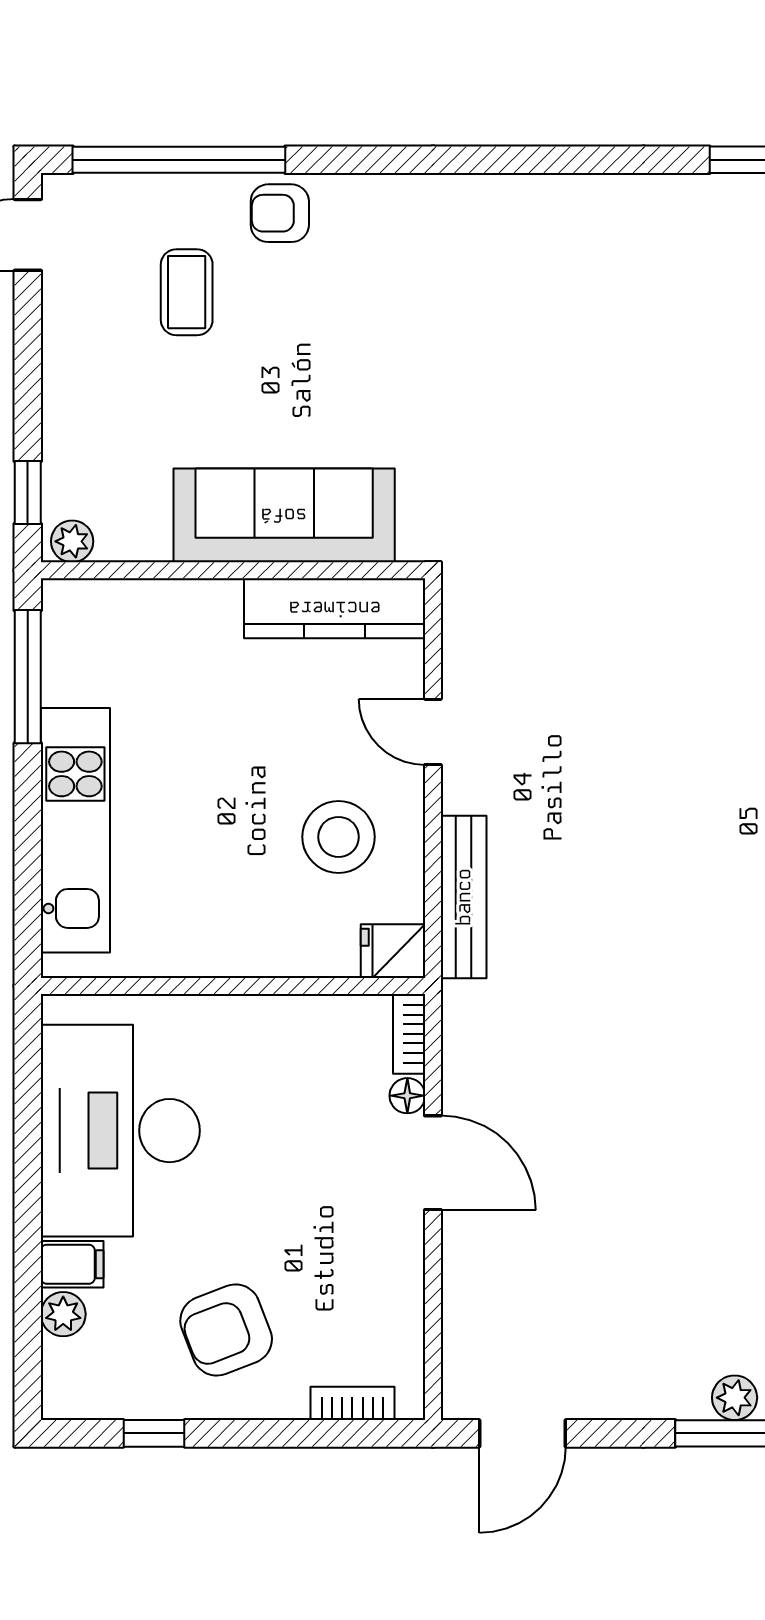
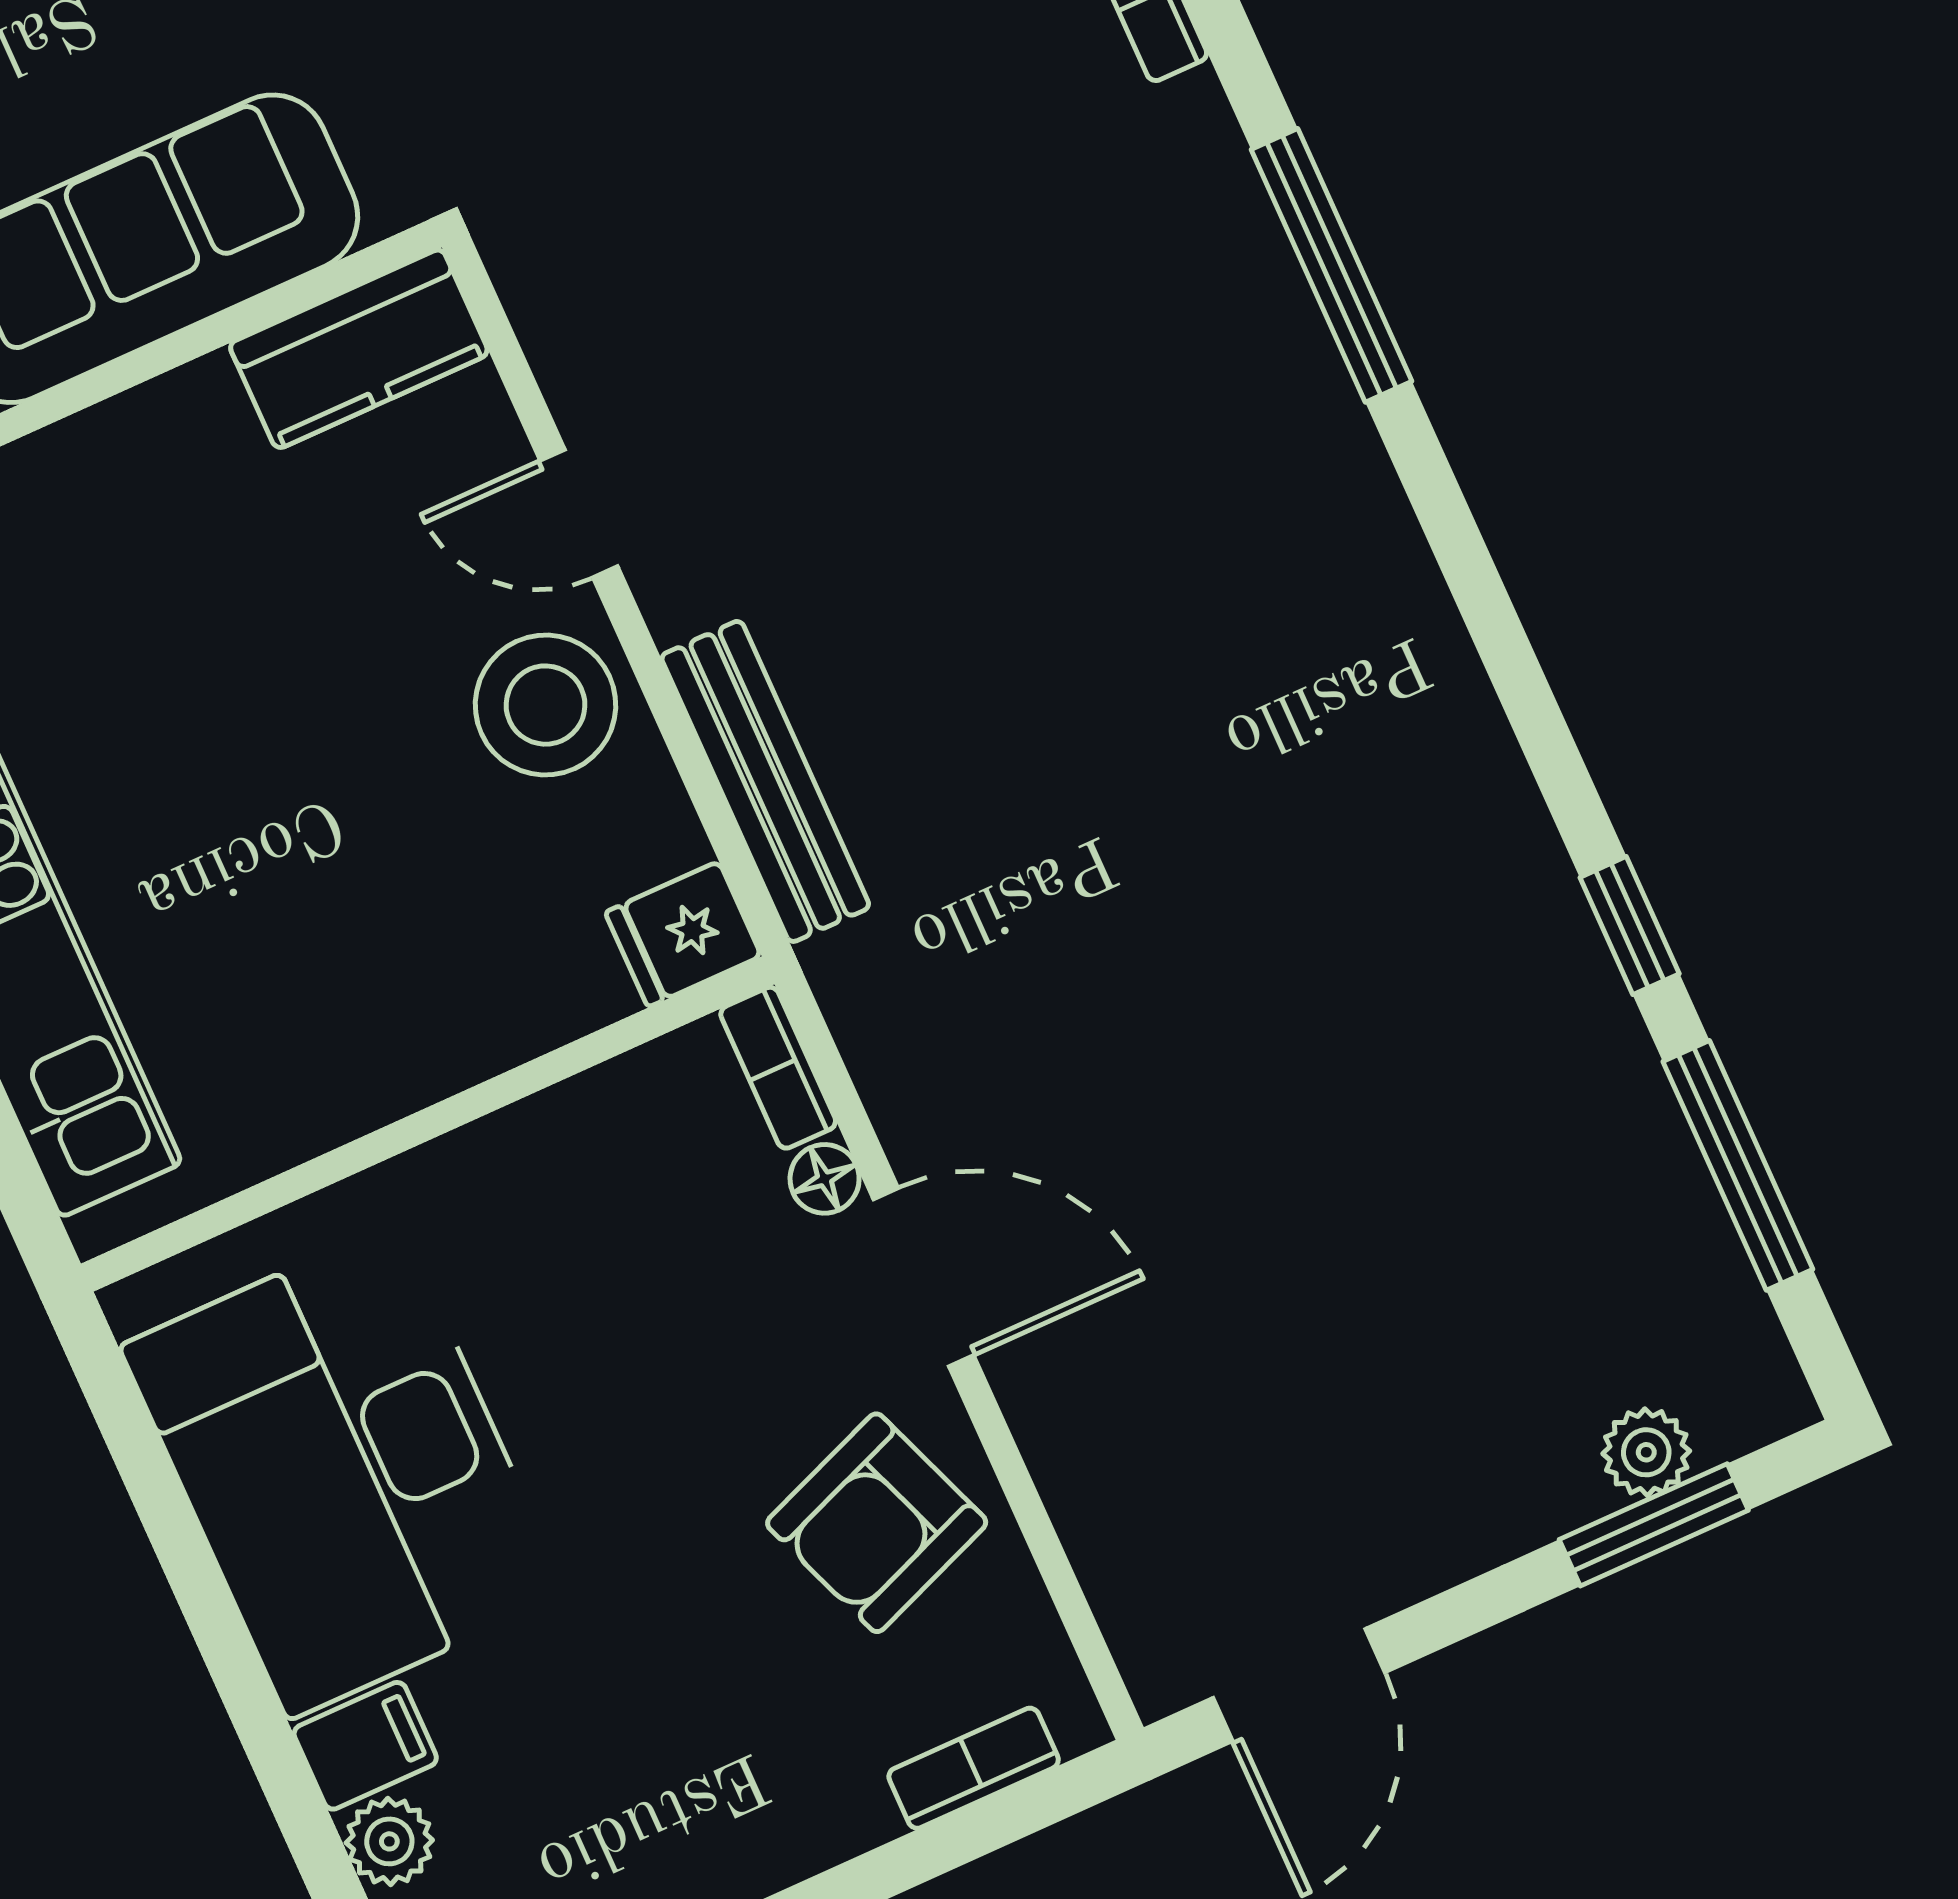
kitchen counter: (335, 608) -> (359, 349), width x0.67
stool: (339, 837) -> (546, 705), moved
armchair: (226, 1330) -> (877, 1523), moved

